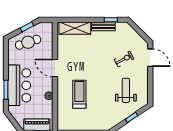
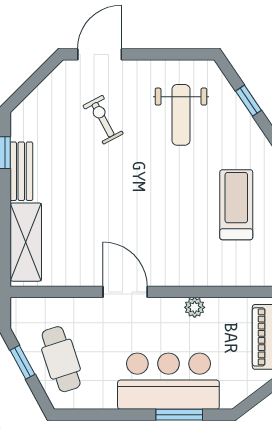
door: (55, 68) -> (125, 292), swing flipped
weight bench: (126, 90) -> (181, 115), turned -90
treadmill: (79, 94) -> (236, 205), moved, turned 90

